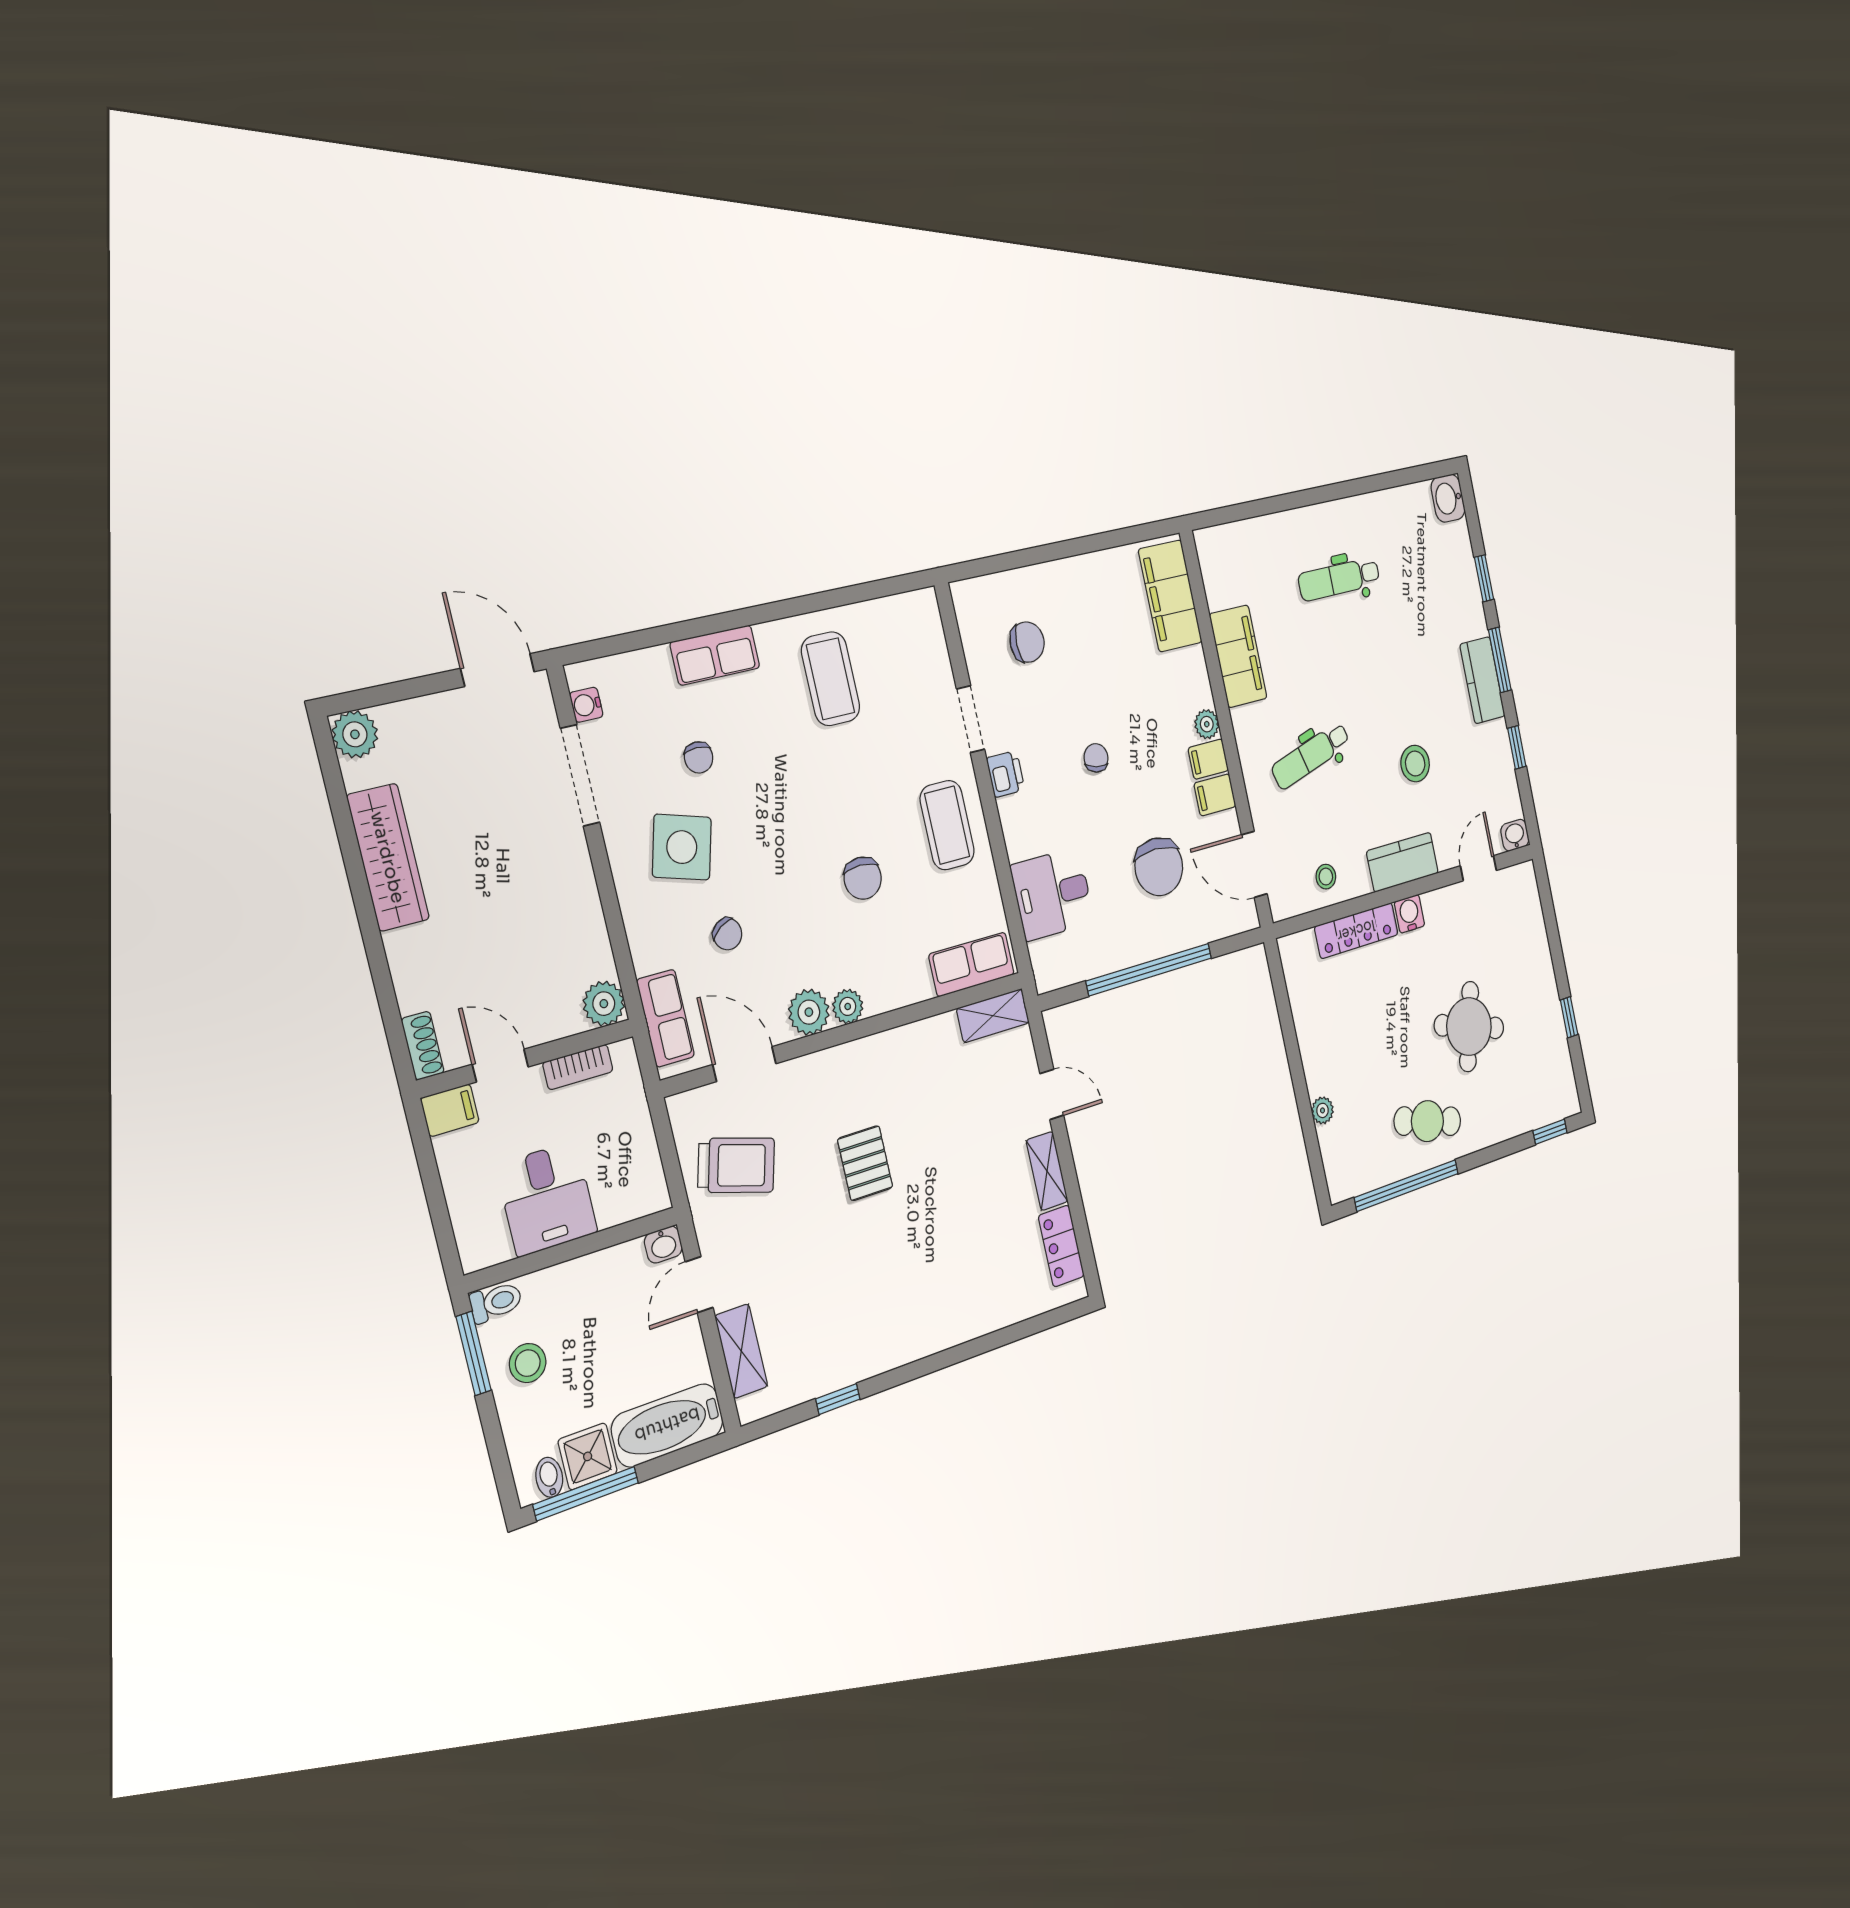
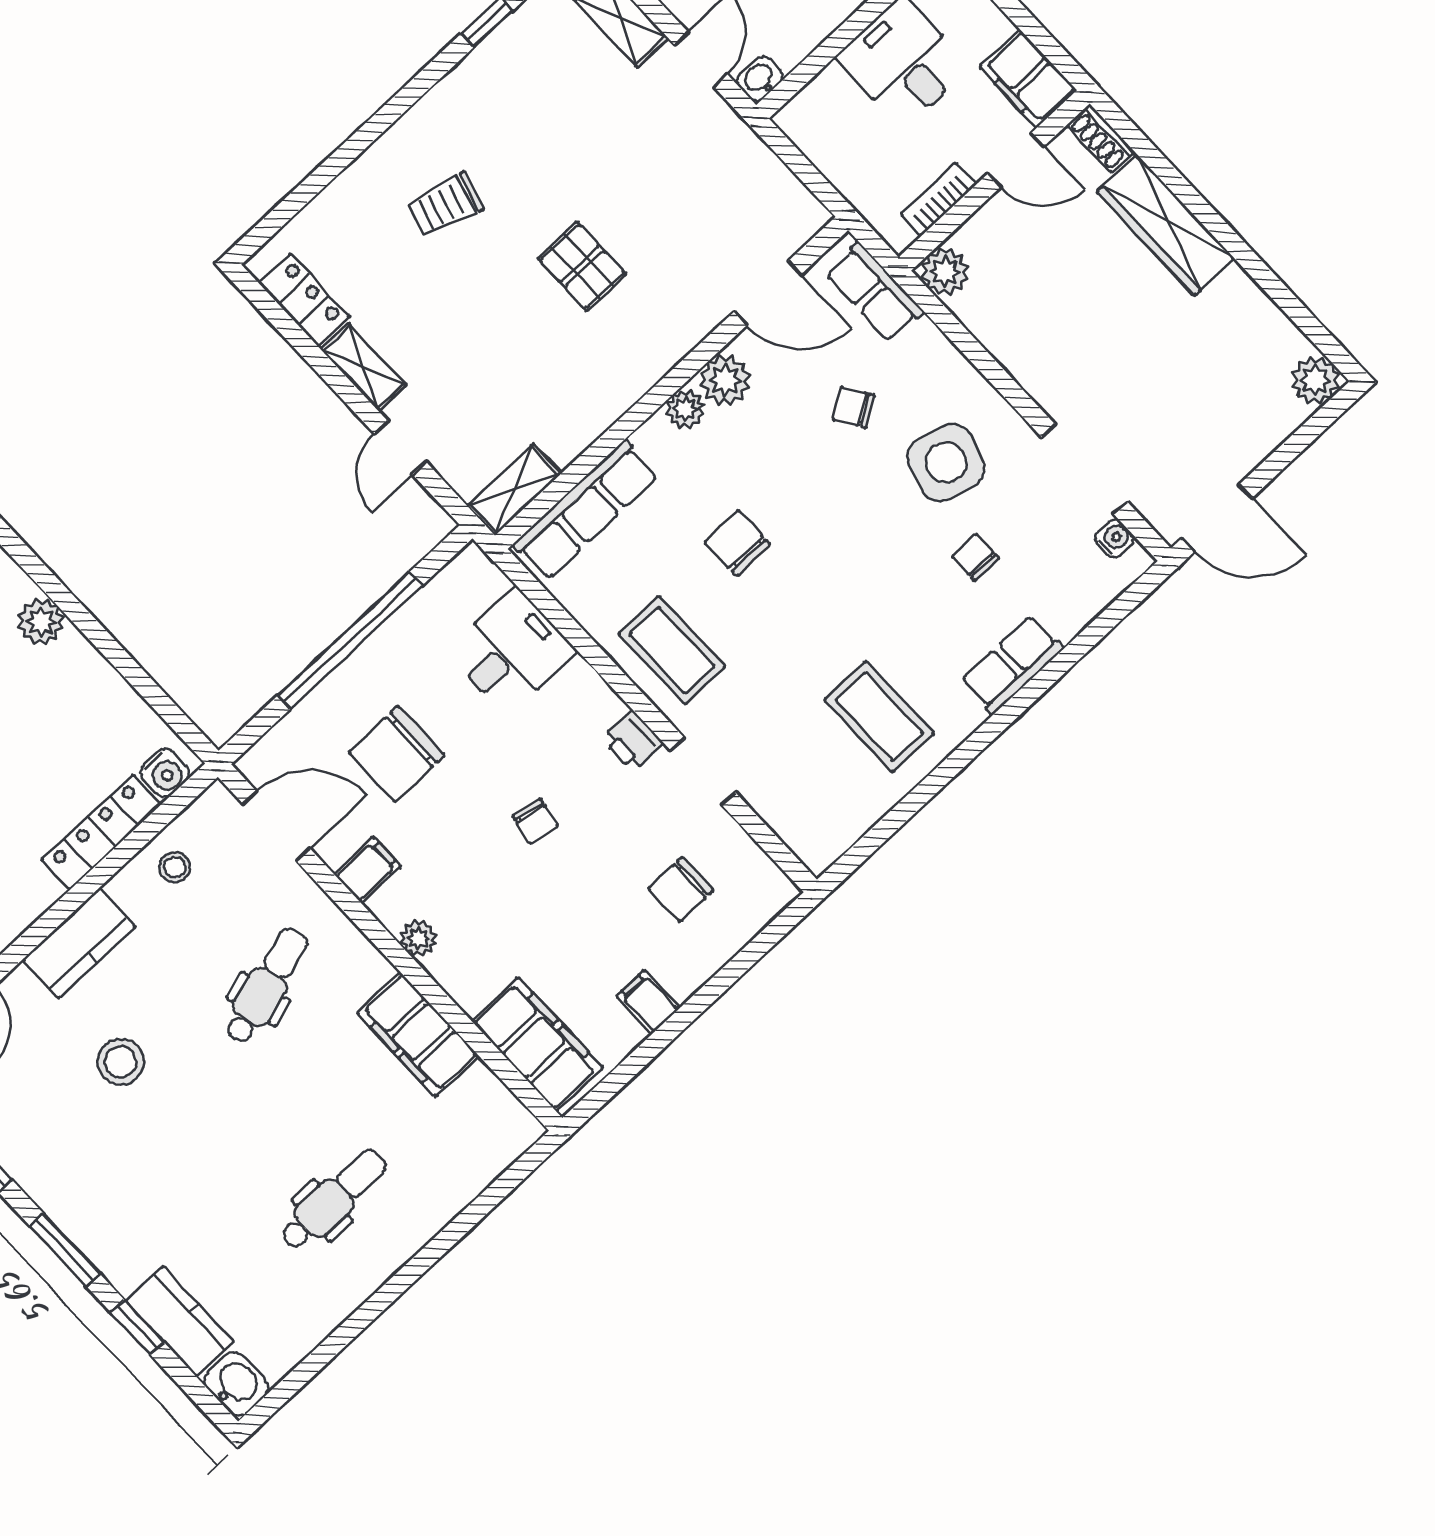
kitchen counter: (1482, 680) -> (180, 1321), moved
filing cabinet: (1208, 759) -> (648, 1002), moved, turned -90
wardrobe: (388, 857) -> (1166, 225), moved
chair: (1159, 867) -> (397, 754), turned -90
water cooler: (1409, 914) -> (165, 773), moved
row of seats: (972, 964) -> (586, 510), width x1.48
door: (1052, 1094) -> (400, 448), hinge flipped
filing cabinet: (450, 1110) -> (1028, 79), width x2.00
plant: (1323, 1110) -> (41, 622), width x1.38, depth x1.38
trolley: (736, 1165) -> (445, 205), moved, width x0.73, depth x0.72

